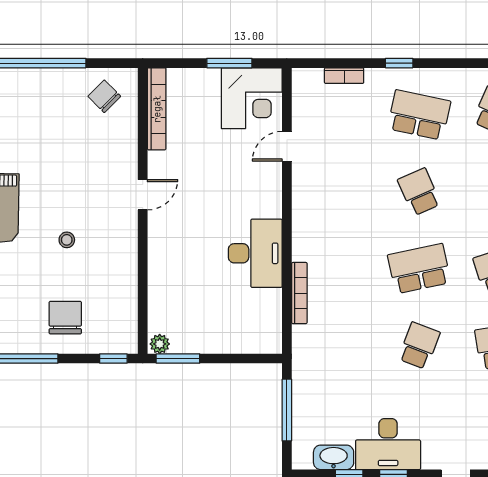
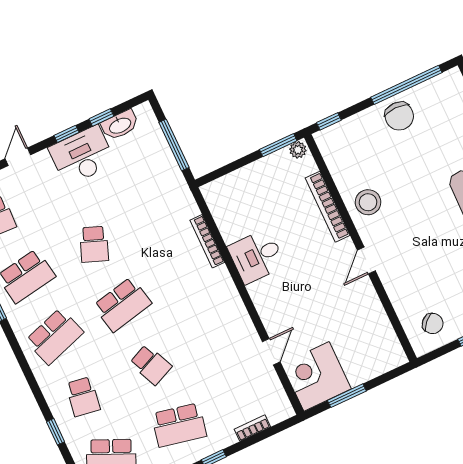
bookcase: (157, 109) -> (328, 207), moved
stool: (67, 240) -> (368, 202), moved, width x1.89, depth x1.89
desk: (255, 253) -> (256, 256), width x0.73
chair: (65, 318) -> (399, 116), moved

